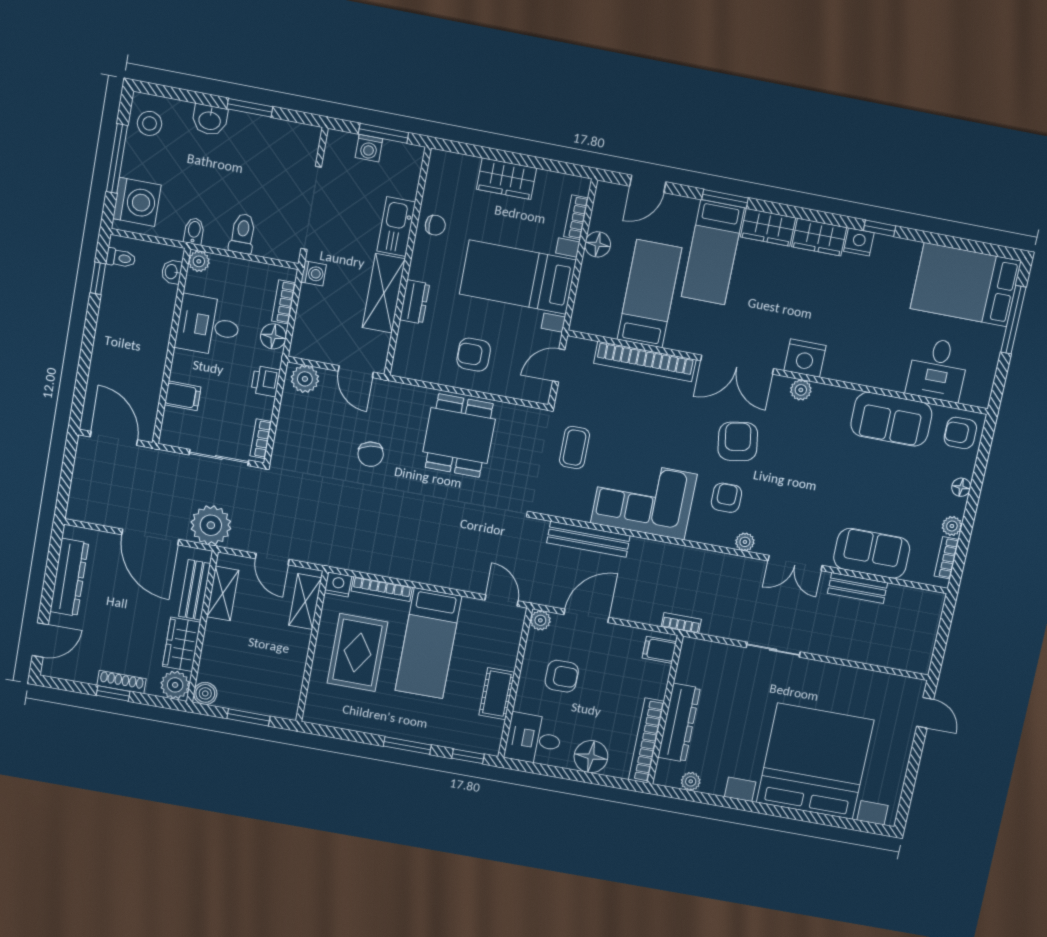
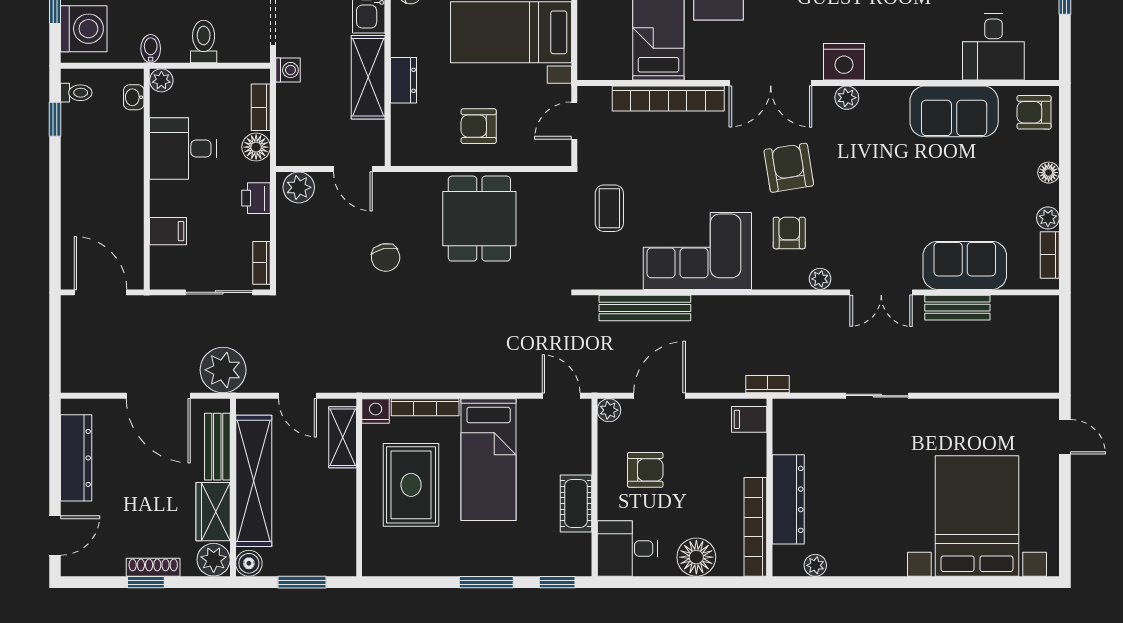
shelving: (223, 594) -> (254, 481), width x2.20, depth x1.33
bed with nightstands: (815, 761) -> (977, 516), width x0.73

